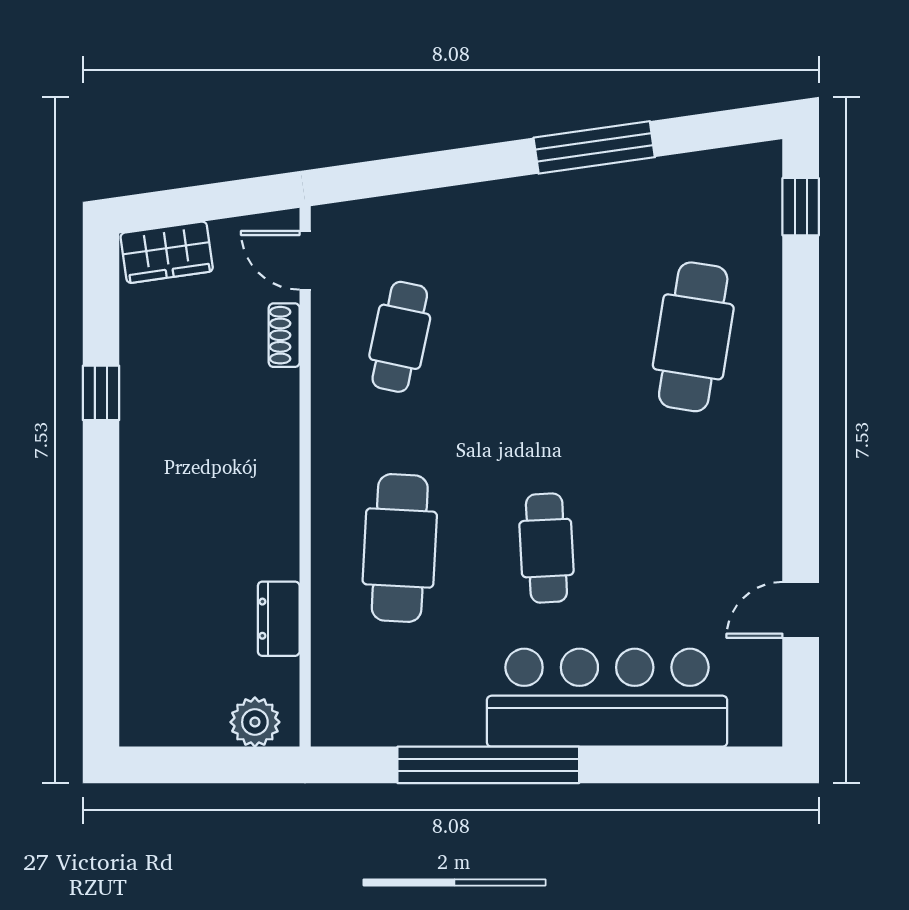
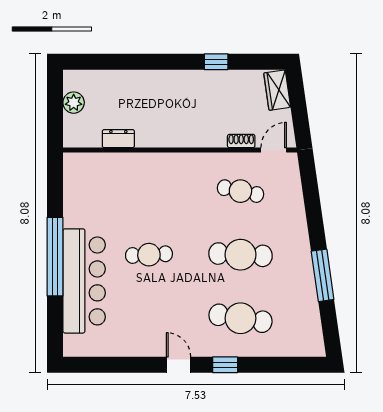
window: (801, 207) -> (225, 365), moved
cafe table: (400, 548) -> (240, 255), moved
door: (801, 610) -> (179, 365), moved
plant: (255, 722) -> (74, 103), moved
window: (488, 765) -> (55, 257), moved

